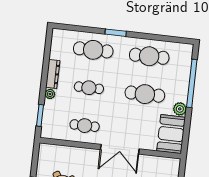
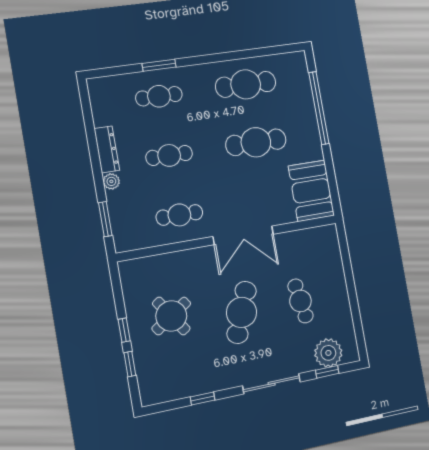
window: (116, 33) -> (159, 65), moved
cafe table: (93, 50) -> (159, 96), width x0.73, depth x0.74
plant: (180, 109) -> (313, 150), removed

